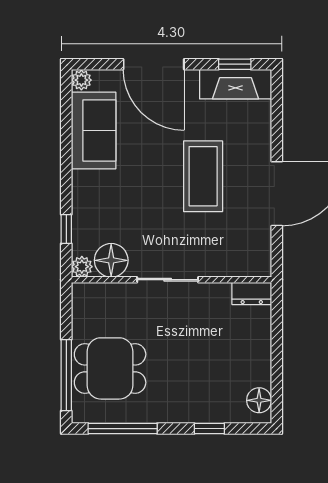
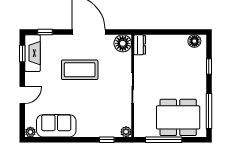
door: (154, 64) -> (22, 95), width x0.53
window: (277, 108) -> (45, 32), added
floor lamp: (111, 260) -> (123, 43), moved
dining table: (110, 368) -> (178, 117), width x1.38
window: (66, 375) -> (164, 140), moved

